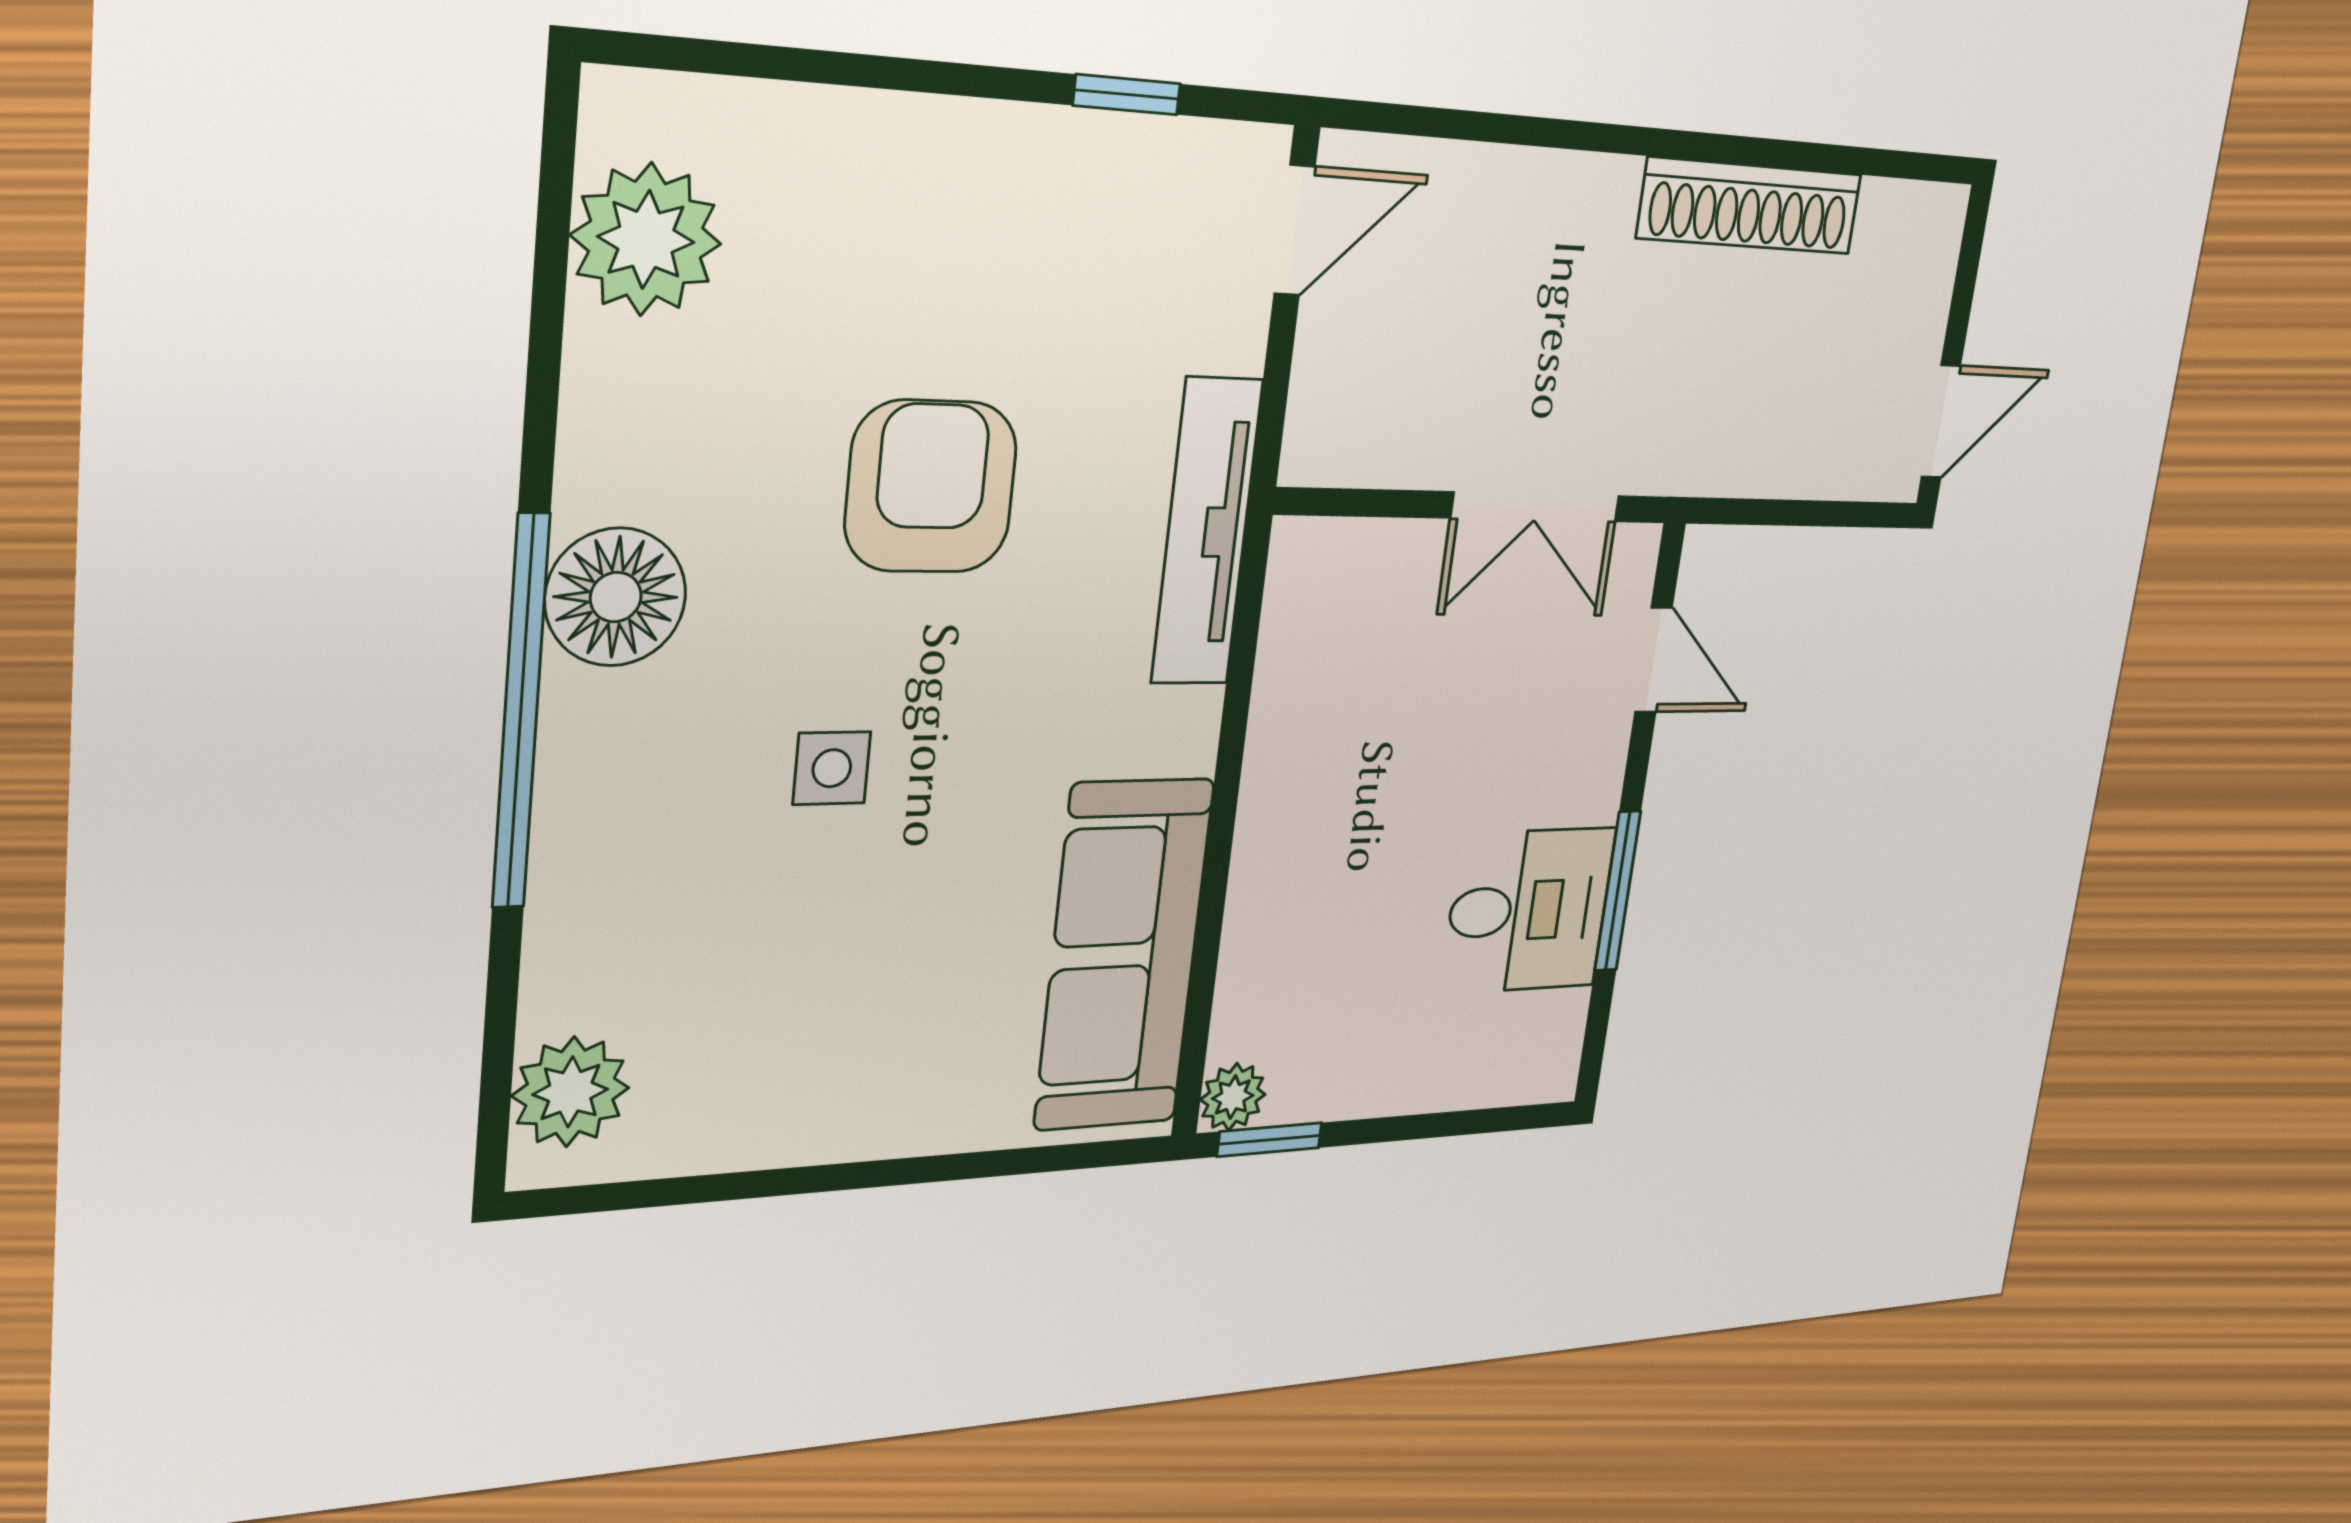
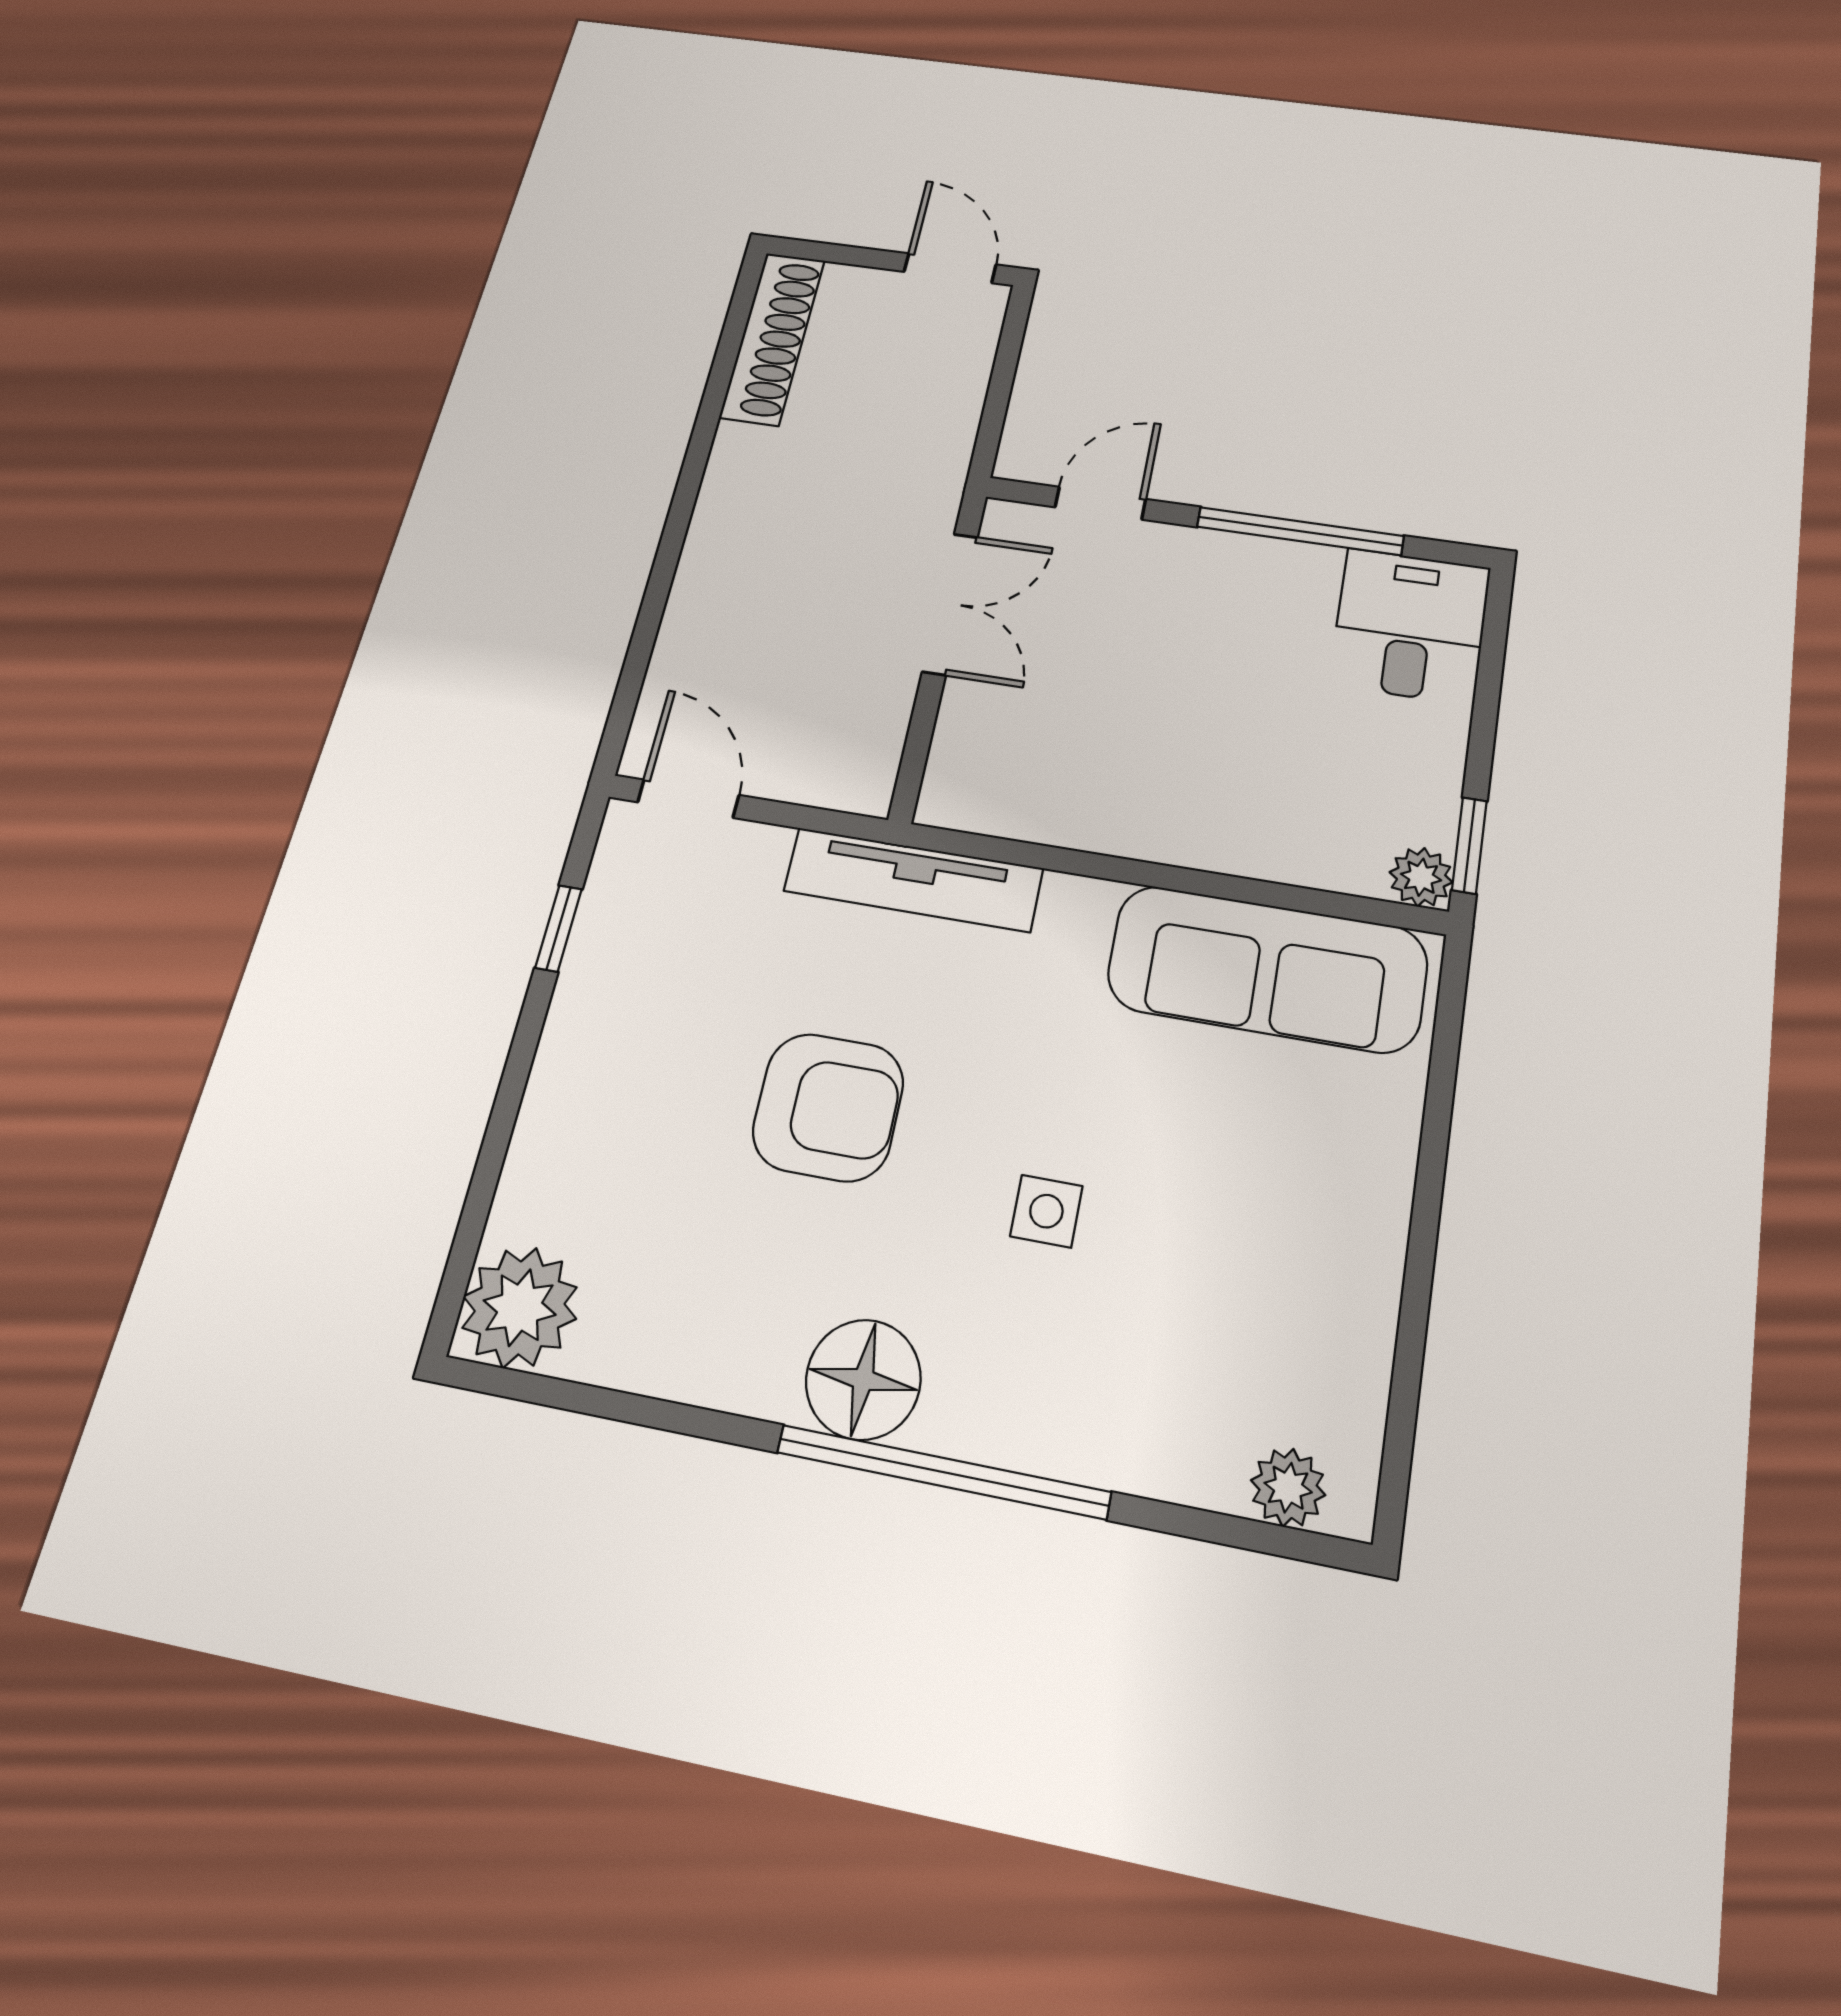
shoe rack: (1750, 206) -> (773, 338), moved
plant: (646, 239) -> (520, 1308), moved
armchair: (931, 487) -> (828, 1107), turned 180
window: (1618, 891) -> (1300, 531), width x1.44
desk: (1528, 910) -> (1410, 626), moved
plant: (570, 1092) -> (1288, 1488), width x0.73, depth x0.73

